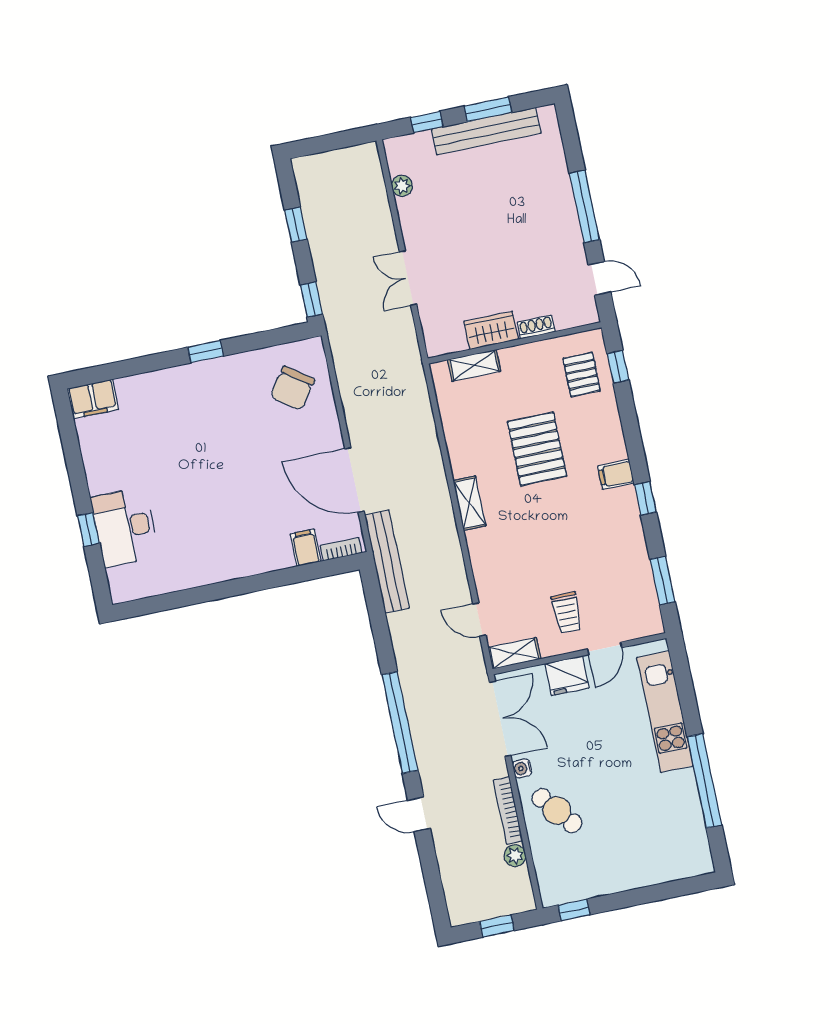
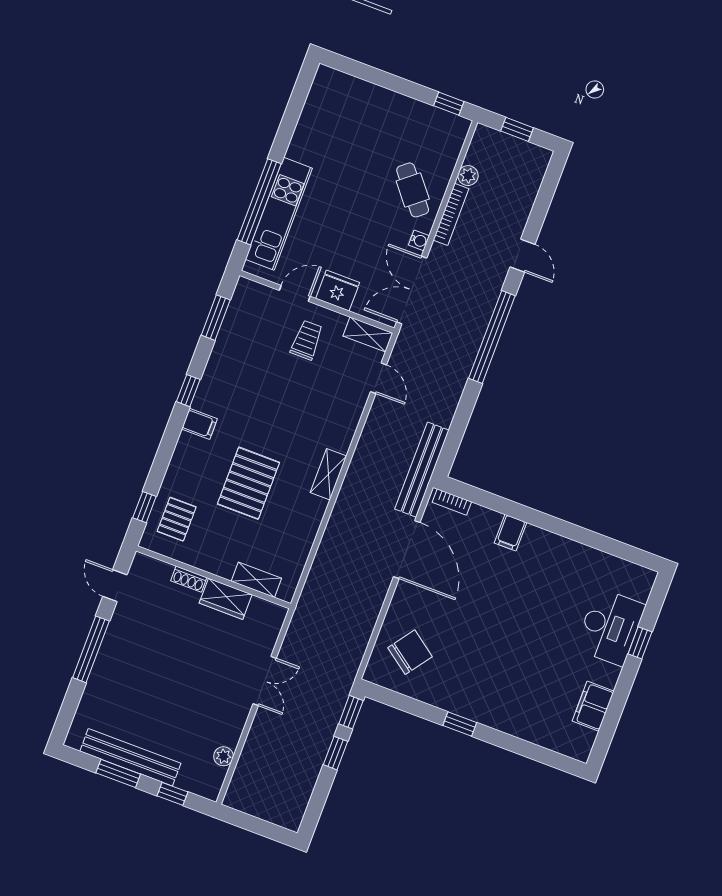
window: (296, 225) -> (336, 753), moved
filing cabinet: (93, 399) -> (593, 706), moved, turned -90
filing cabinet: (306, 548) -> (510, 533), moved
window: (704, 781) -> (259, 202), moved

